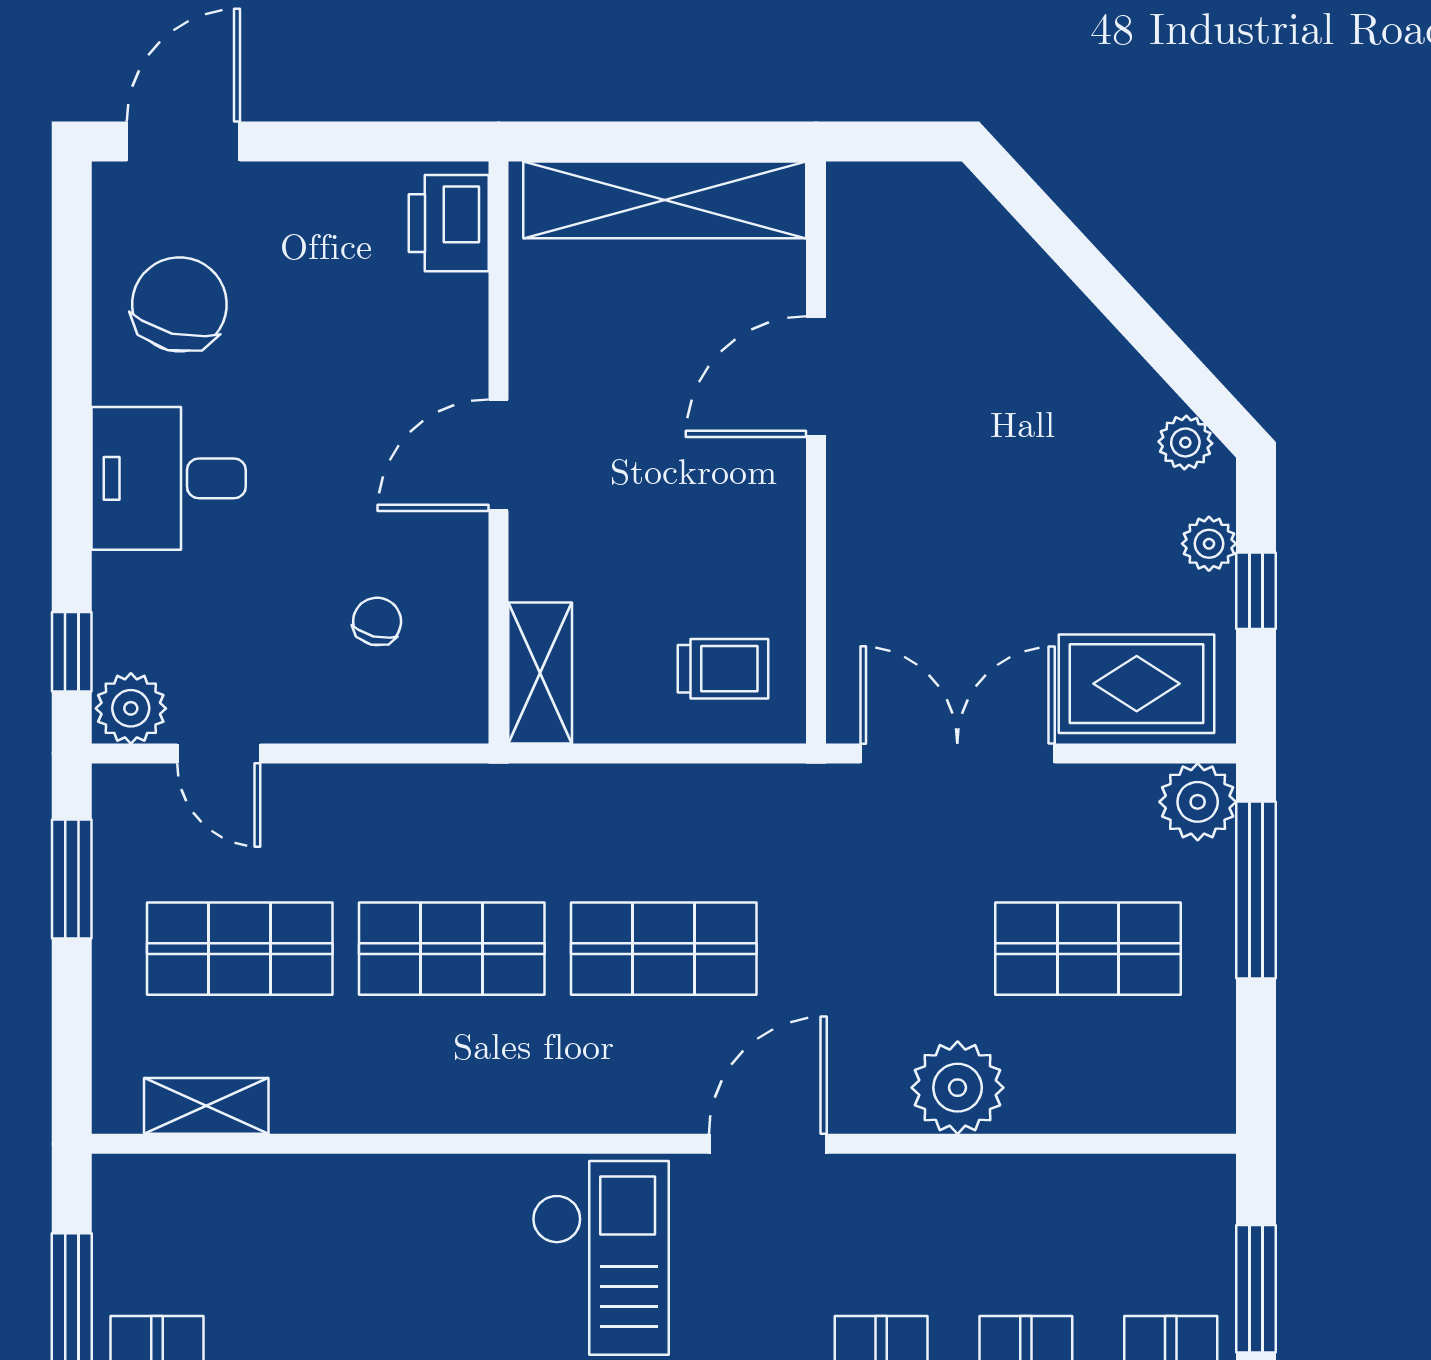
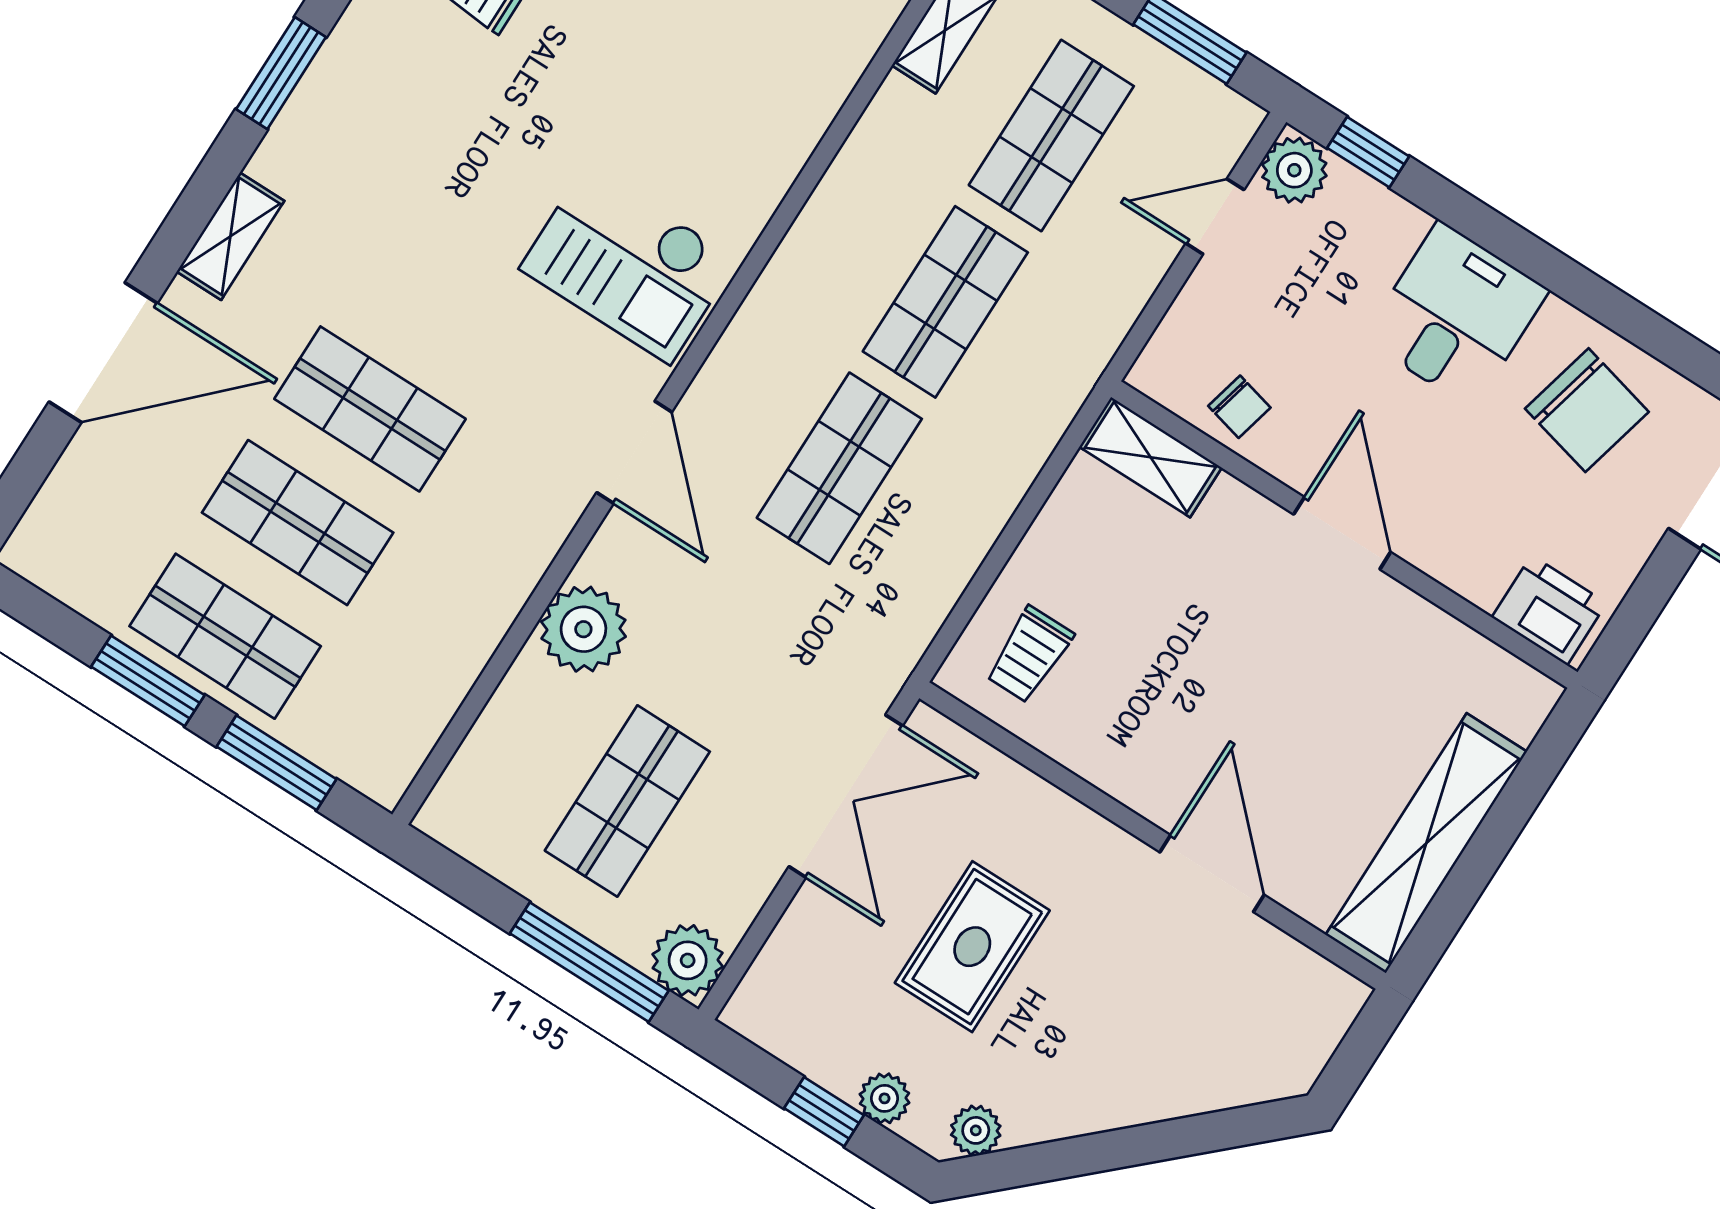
printer: (449, 223) -> (1549, 610), moved
wall: (498, 452) -> (1344, 535), moved
door: (498, 455) -> (1342, 533), moved
shelving: (540, 673) -> (1150, 457), moved
rug: (1137, 684) -> (972, 947), moved

